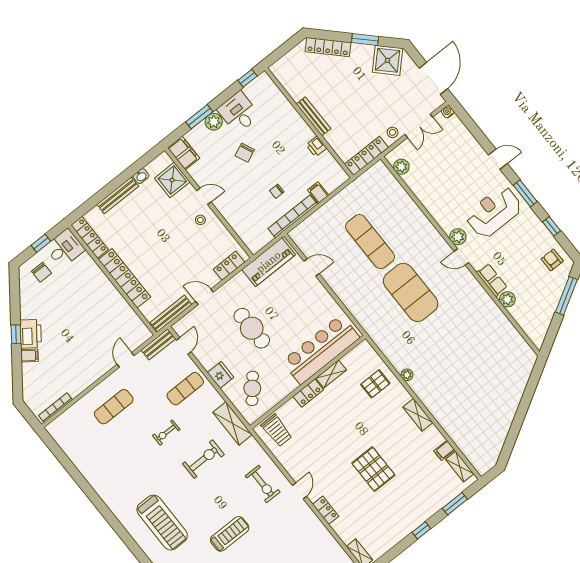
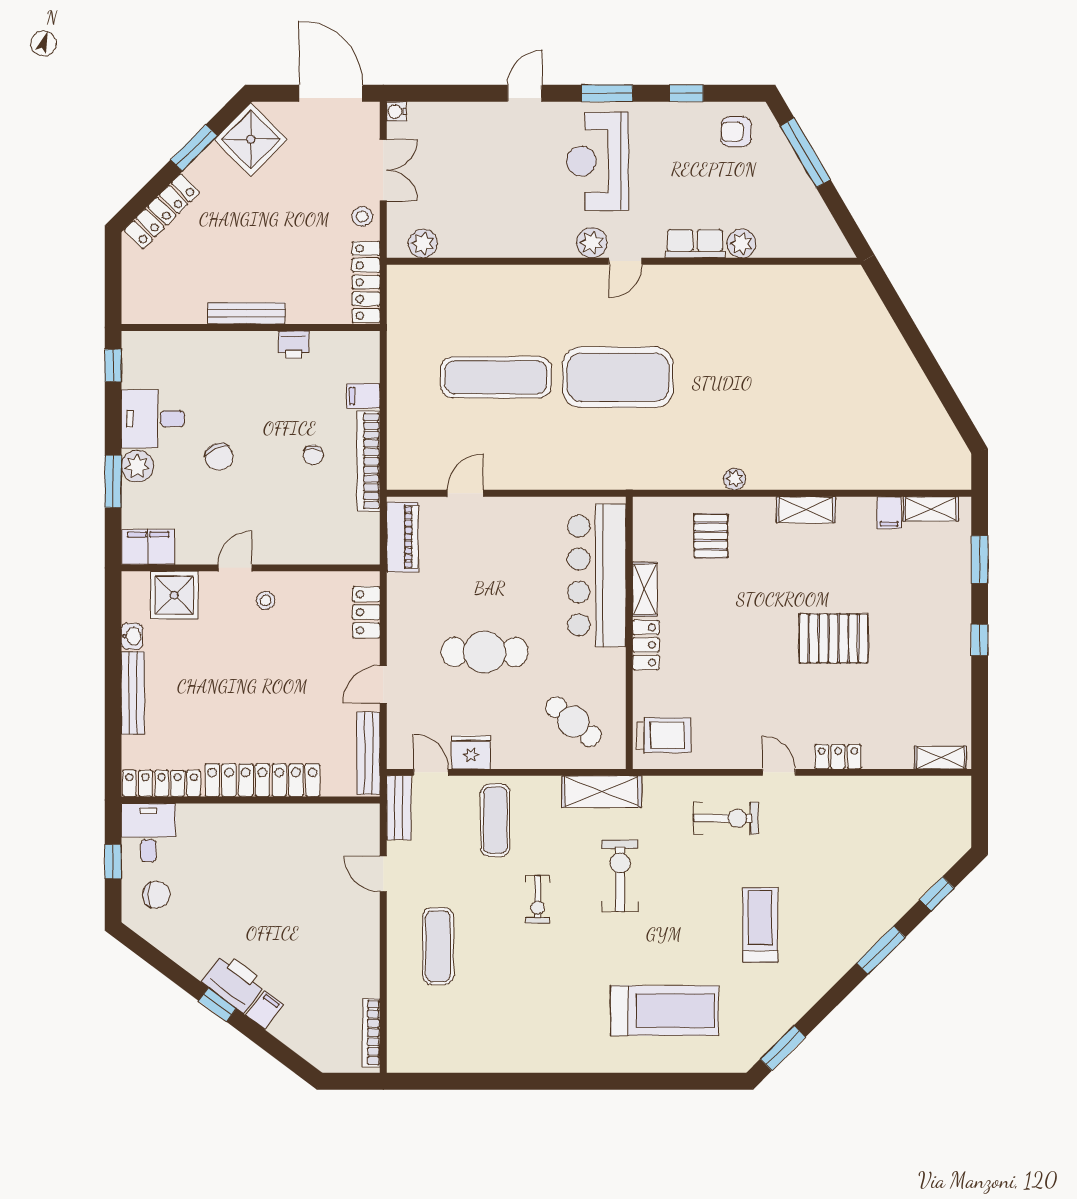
piano: (269, 262) -> (402, 537), width x0.73, depth x0.75
fridge: (221, 375) -> (471, 752), moved

